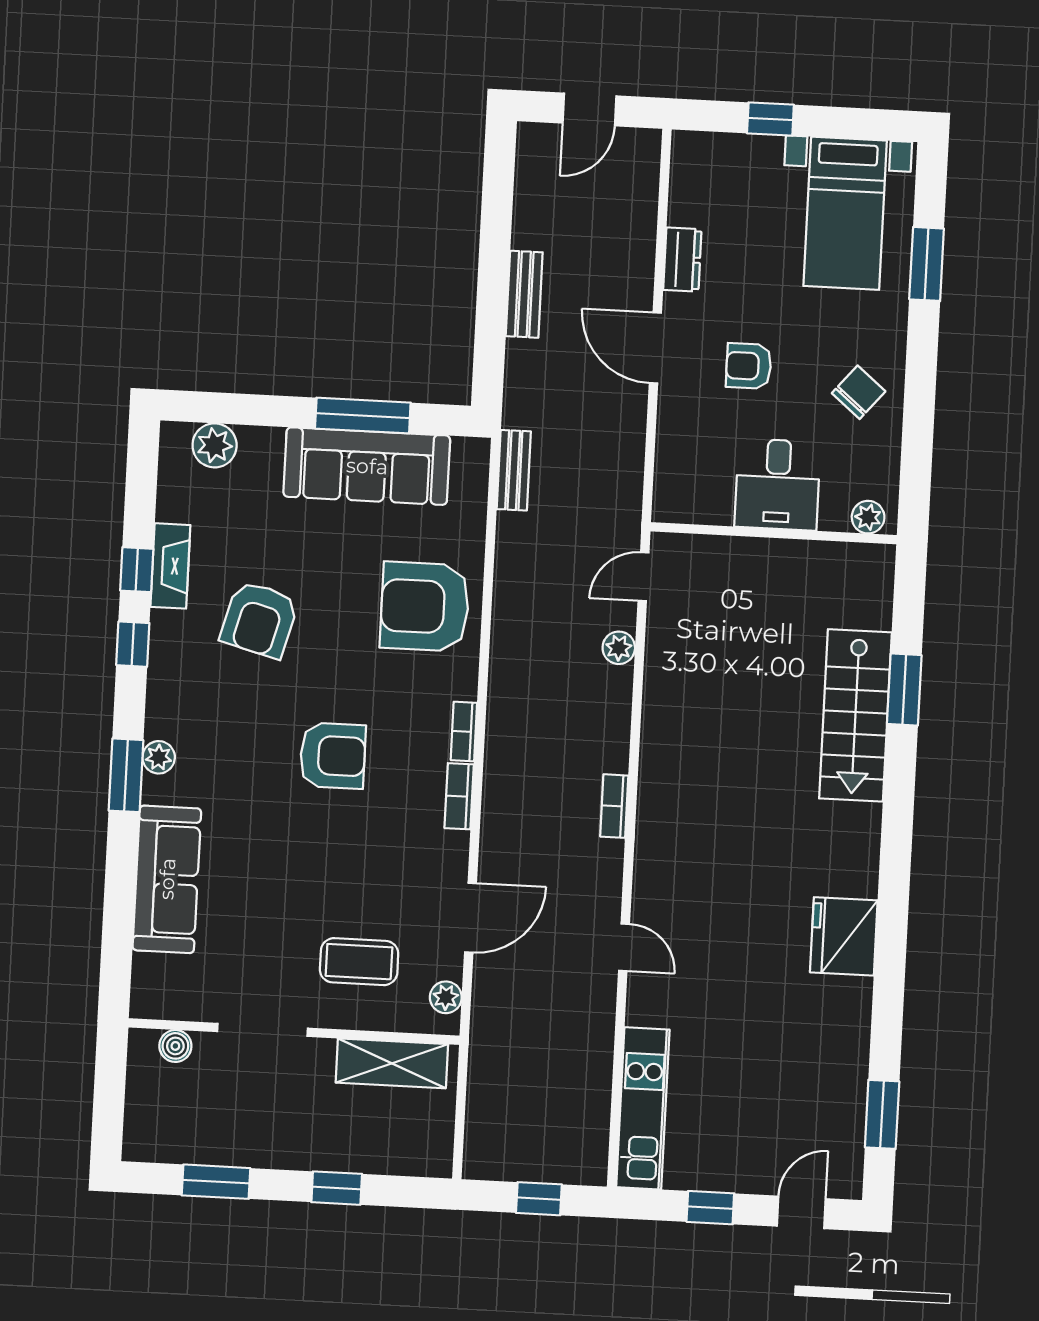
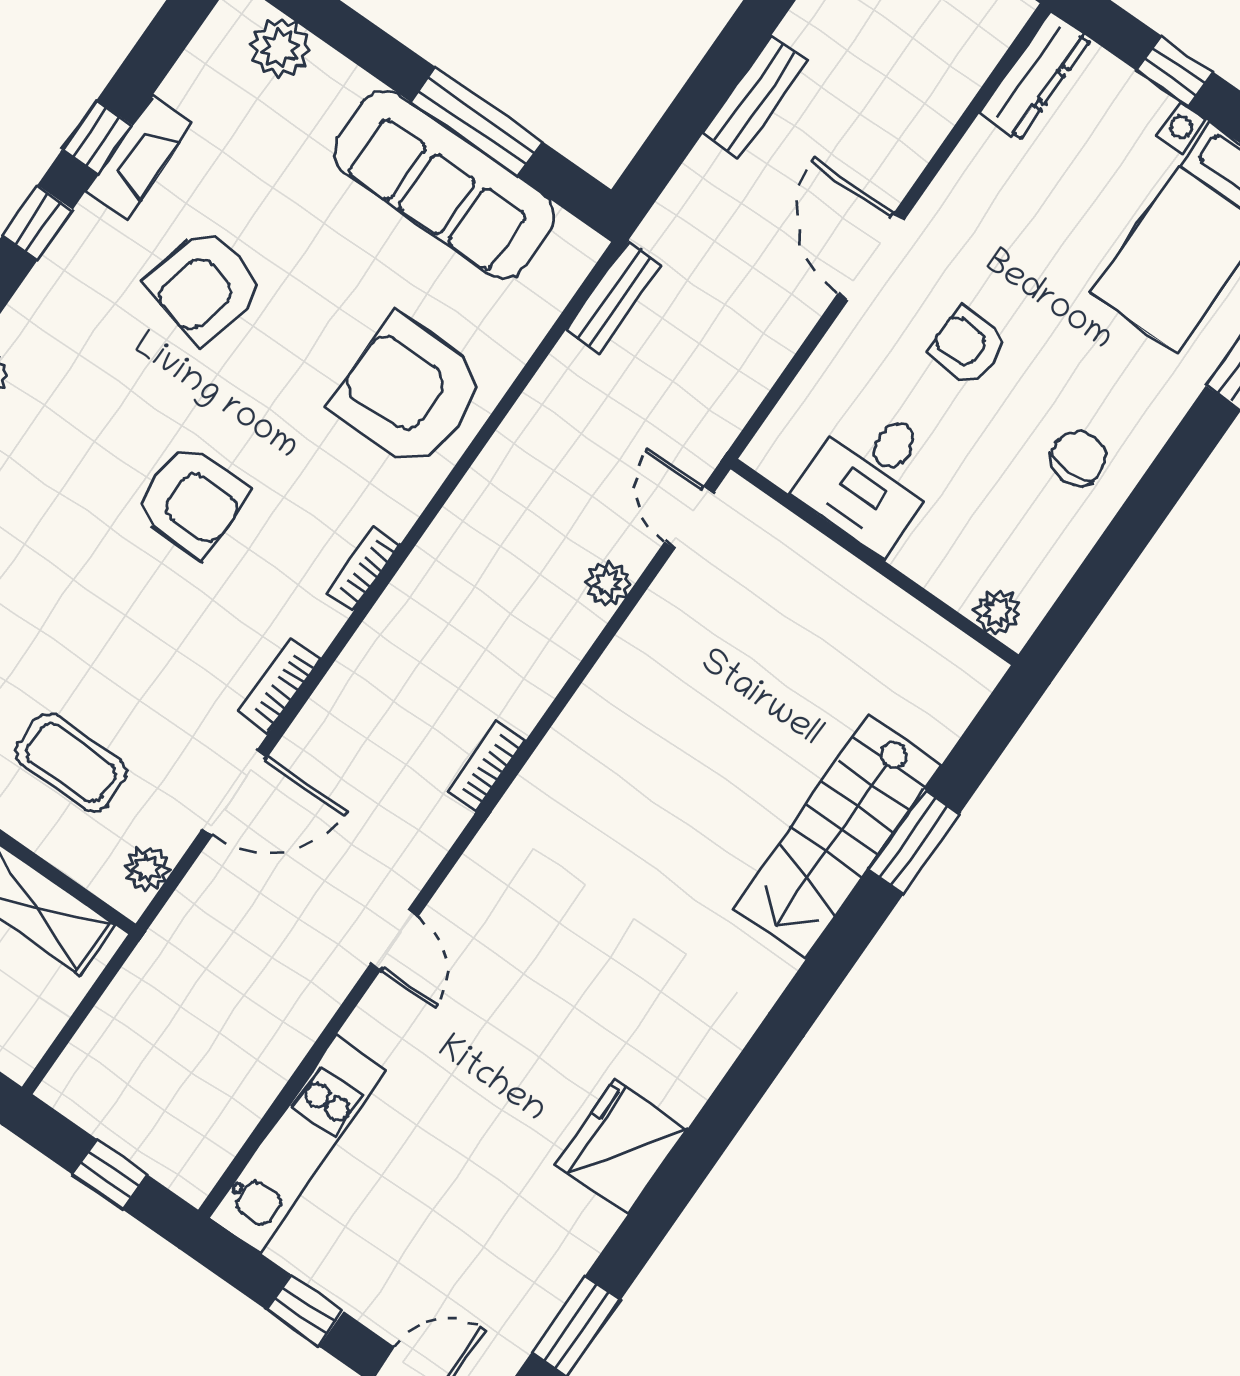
dresser: (682, 260) -> (1035, 76), moved, width x1.44
chair: (859, 392) -> (1078, 458), turned -40
desk: (778, 484) -> (871, 477), moved
door: (643, 577) -> (689, 518), hinge flipped
bookcase: (459, 796) -> (280, 685), moved
fridge: (844, 936) -> (621, 1146), moved

